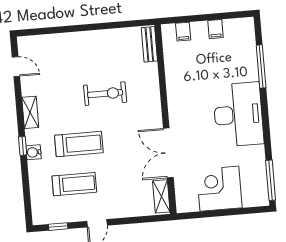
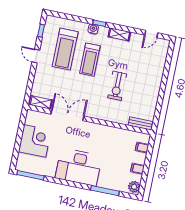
plant: (243, 26) -> (134, 187), added
treadmill: (74, 184) -> (65, 49), width x1.37, depth x1.38

